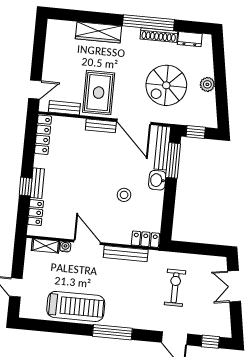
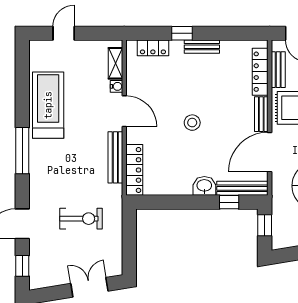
locker: (43, 135) -> (260, 72), moved, turned 90
window: (173, 160) -> (229, 202), width x0.46
bench: (37, 183) -> (202, 47), moved
stool: (124, 195) -> (192, 123), moved
locker: (145, 239) -> (134, 170), width x1.53
door: (87, 242) -> (124, 111), hinge flipped
treadmill: (76, 306) -> (48, 105), turned 180

